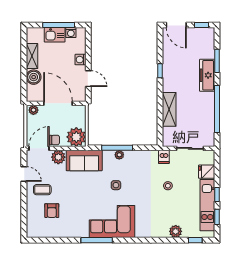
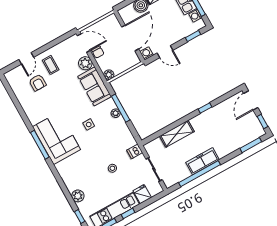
window: (88, 45) -> (193, 36), added
washing machine: (80, 60) -> (147, 53), moved
window: (217, 61) -> (251, 145), moved
freezer: (207, 75) -> (203, 161), moved
door: (88, 79) -> (165, 52), hinge flipped
plant: (33, 110) -> (113, 21), removed
plant: (76, 137) -> (109, 75), width x0.53, depth x0.53
door: (24, 174) -> (26, 58), moved
armchair: (52, 211) -> (38, 83), turned -90
window: (97, 240) -> (40, 145), moved

